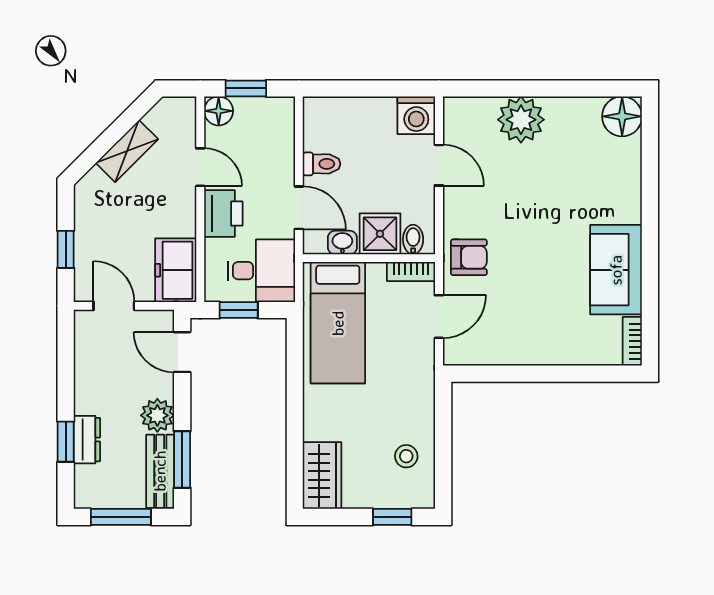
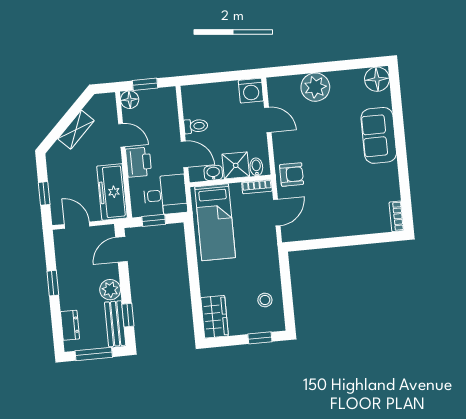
freezer: (176, 270) -> (112, 192), width x1.40
sofa: (616, 270) -> (379, 135), moved
door: (182, 352) -> (122, 249), hinge flipped
dresser: (87, 440) -> (70, 325), moved
window: (66, 442) -> (53, 283), moved
window: (182, 459) -> (128, 315), width x0.67

